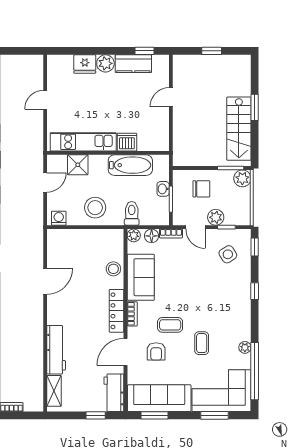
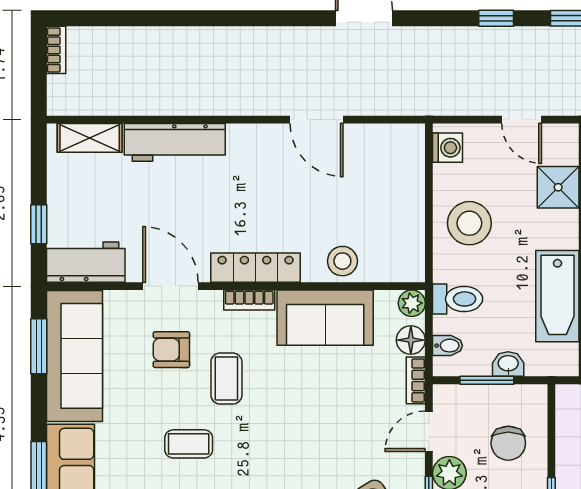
bidet: (154, 218) -> (448, 346), added

